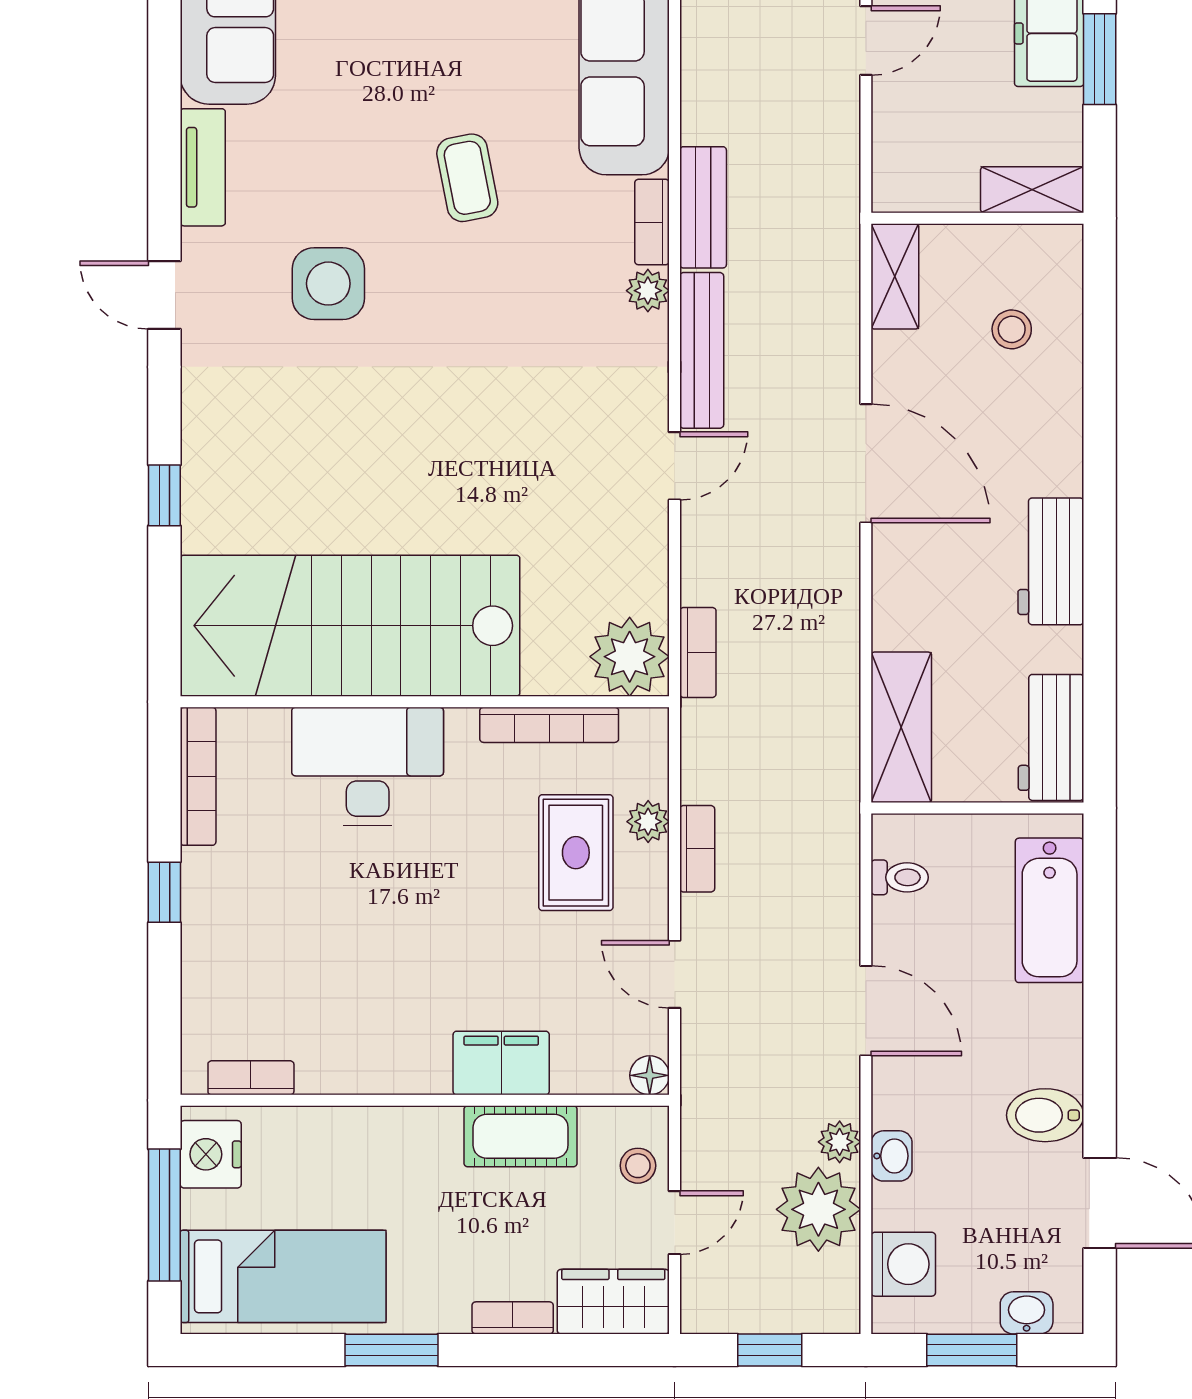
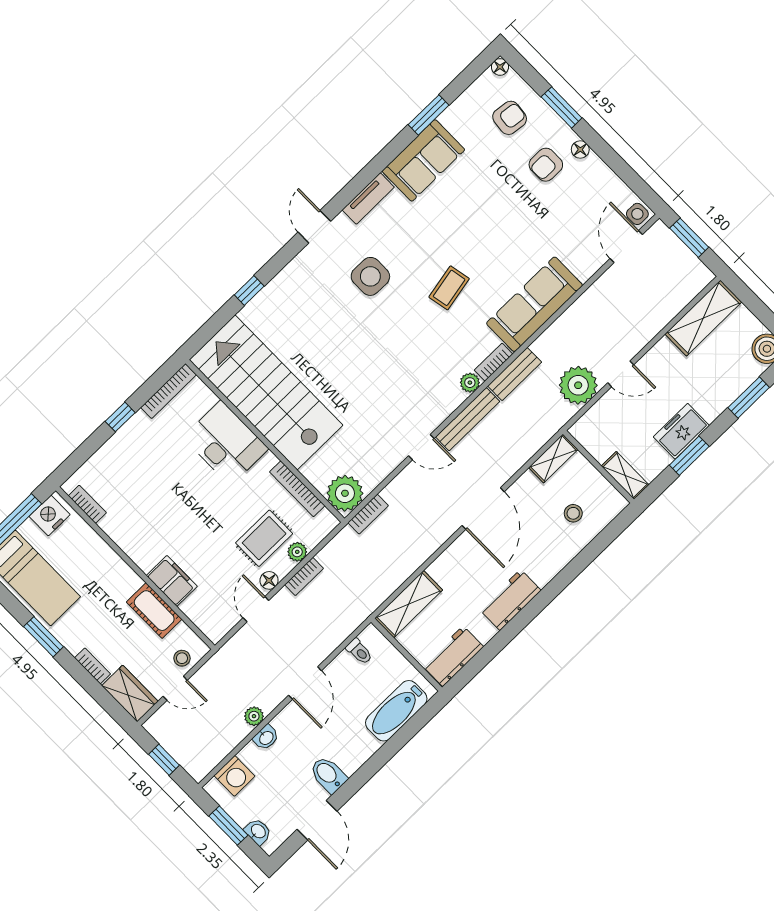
floor lamp: (650, 1075) -> (269, 580), moved
plant: (818, 1209) -> (578, 385), moved

